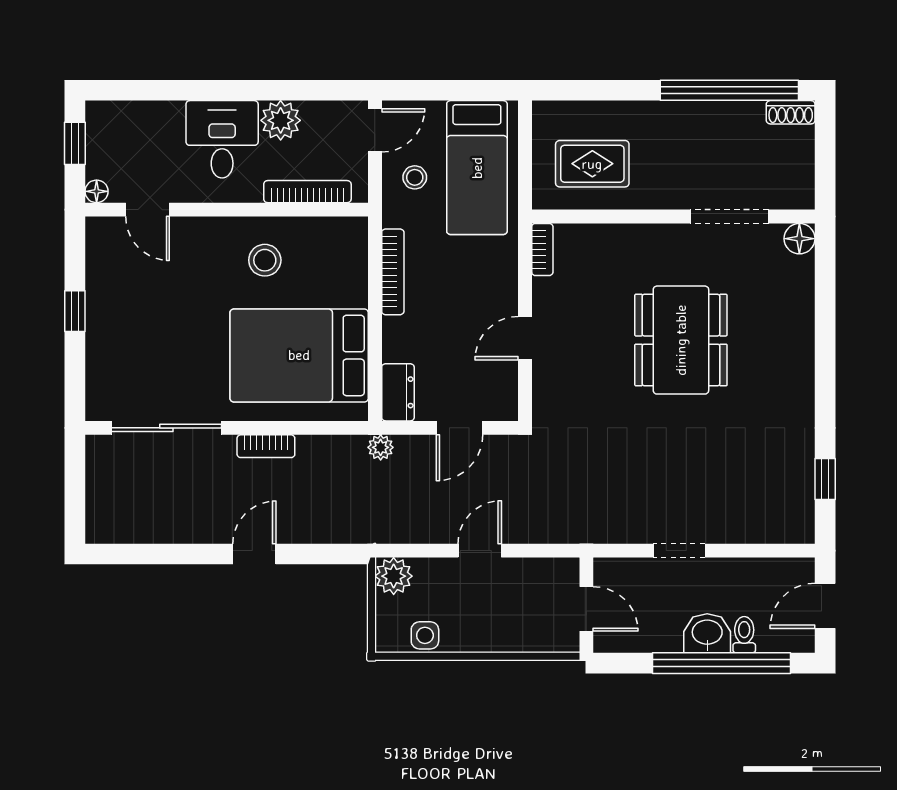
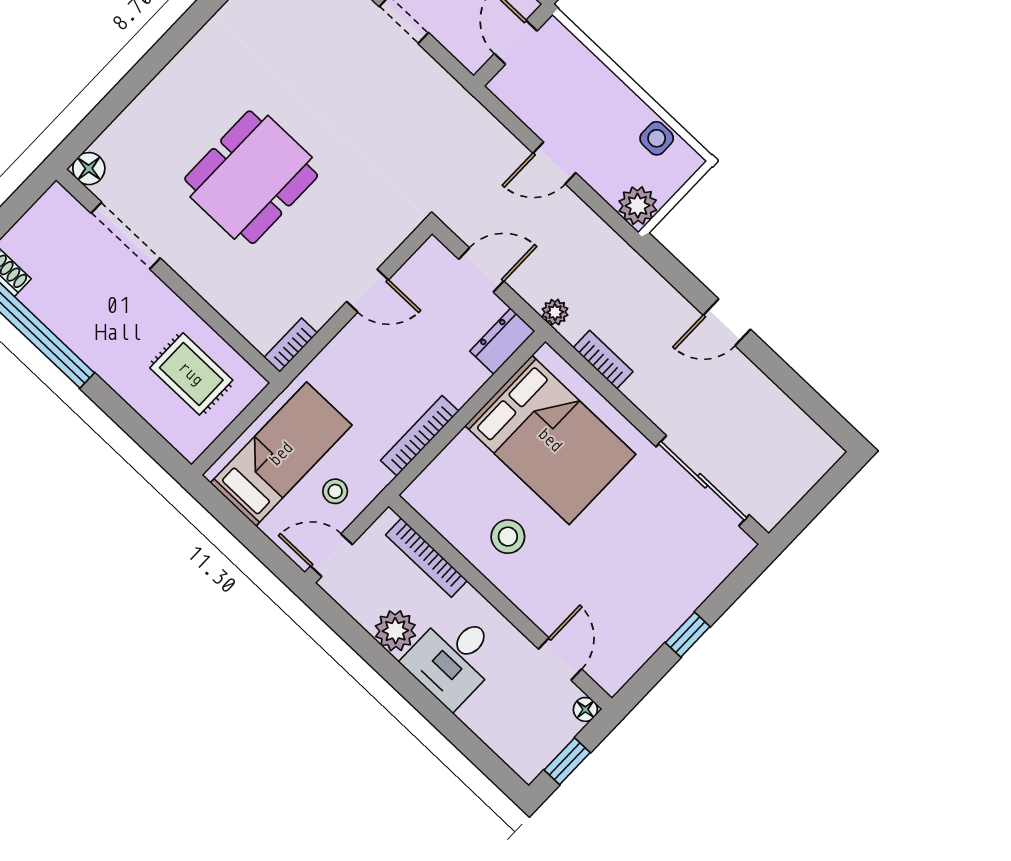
bookcase: (266, 446) -> (603, 360), moved

